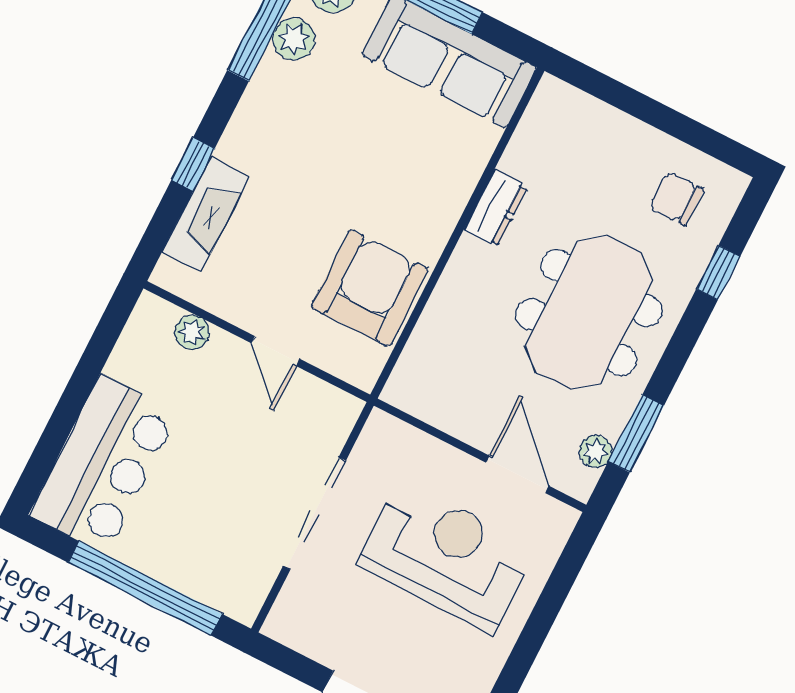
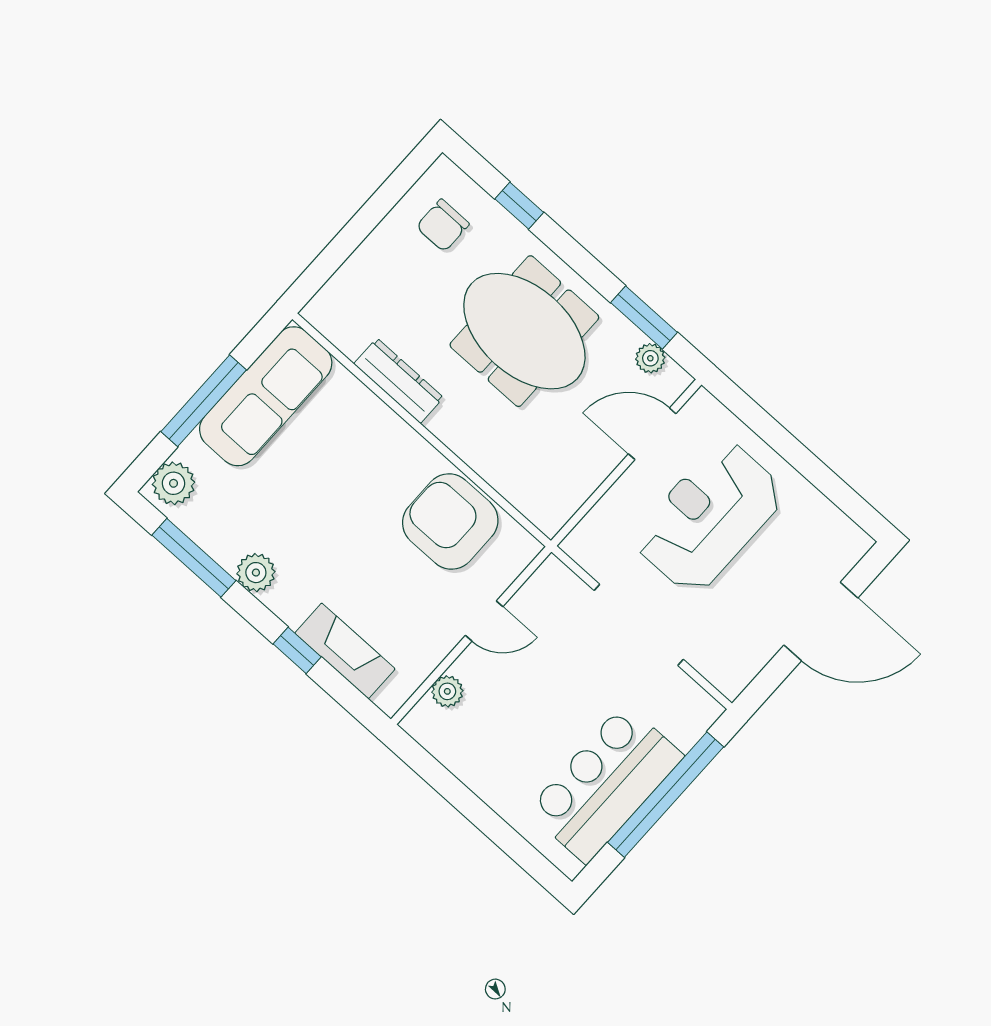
plant: (294, 39) -> (256, 573), moved
dresser: (496, 208) -> (399, 381), width x1.44
bar counter: (104, 464) -> (605, 783), moved, turned -90

